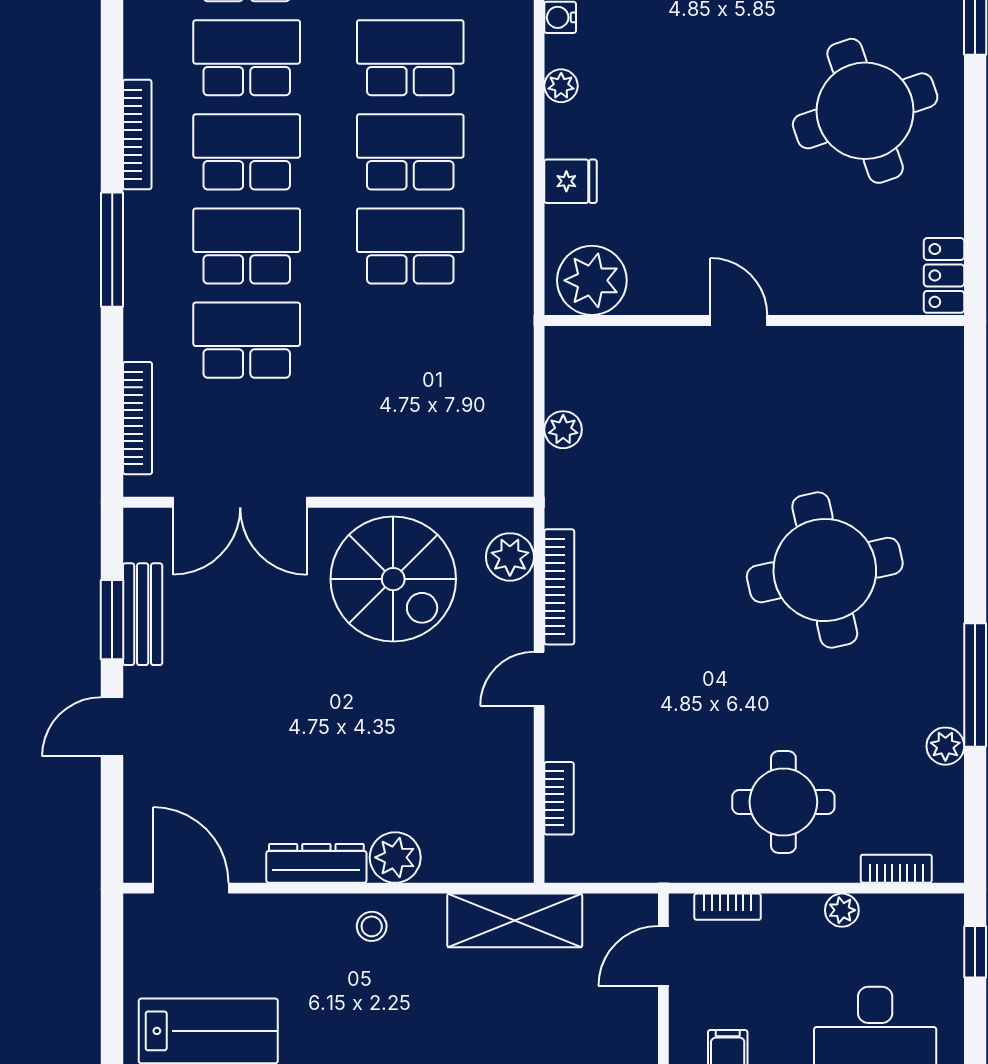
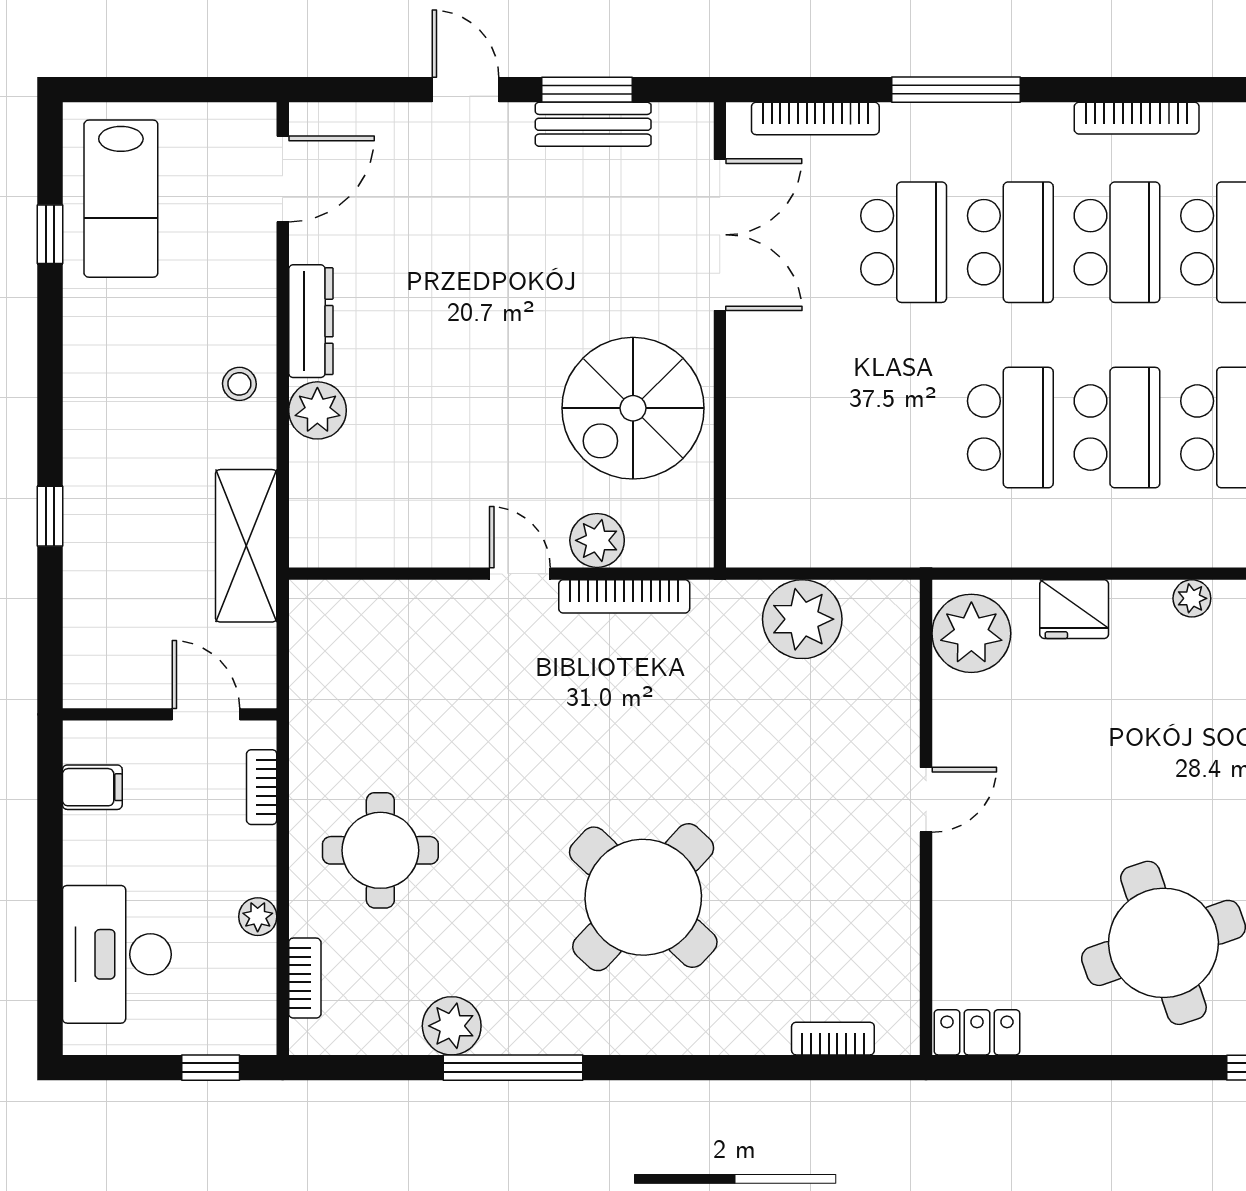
fridge: (571, 181) -> (1074, 609), width x1.38
window: (112, 250) -> (956, 90), moved
plant: (563, 430) -> (802, 619), width x1.88, depth x1.88
double door: (240, 502) -> (720, 235), swing flipped
plant: (510, 557) -> (597, 540), moved
round table: (825, 570) -> (643, 897), turned -35
plant: (945, 746) -> (452, 1026), width x1.38, depth x1.38
bookcase: (559, 798) -> (833, 1039), moved, turned 180

